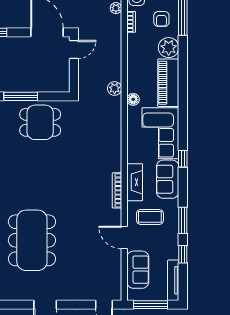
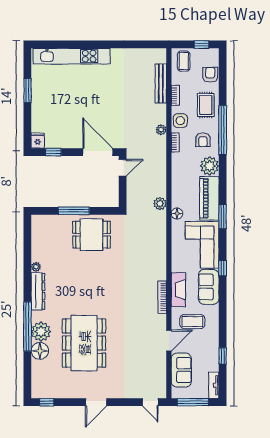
window: (183, 220) -> (223, 217), moved
door: (124, 237) -> (169, 340), swing flipped
tv unit: (173, 280) -> (214, 385), width x0.71

